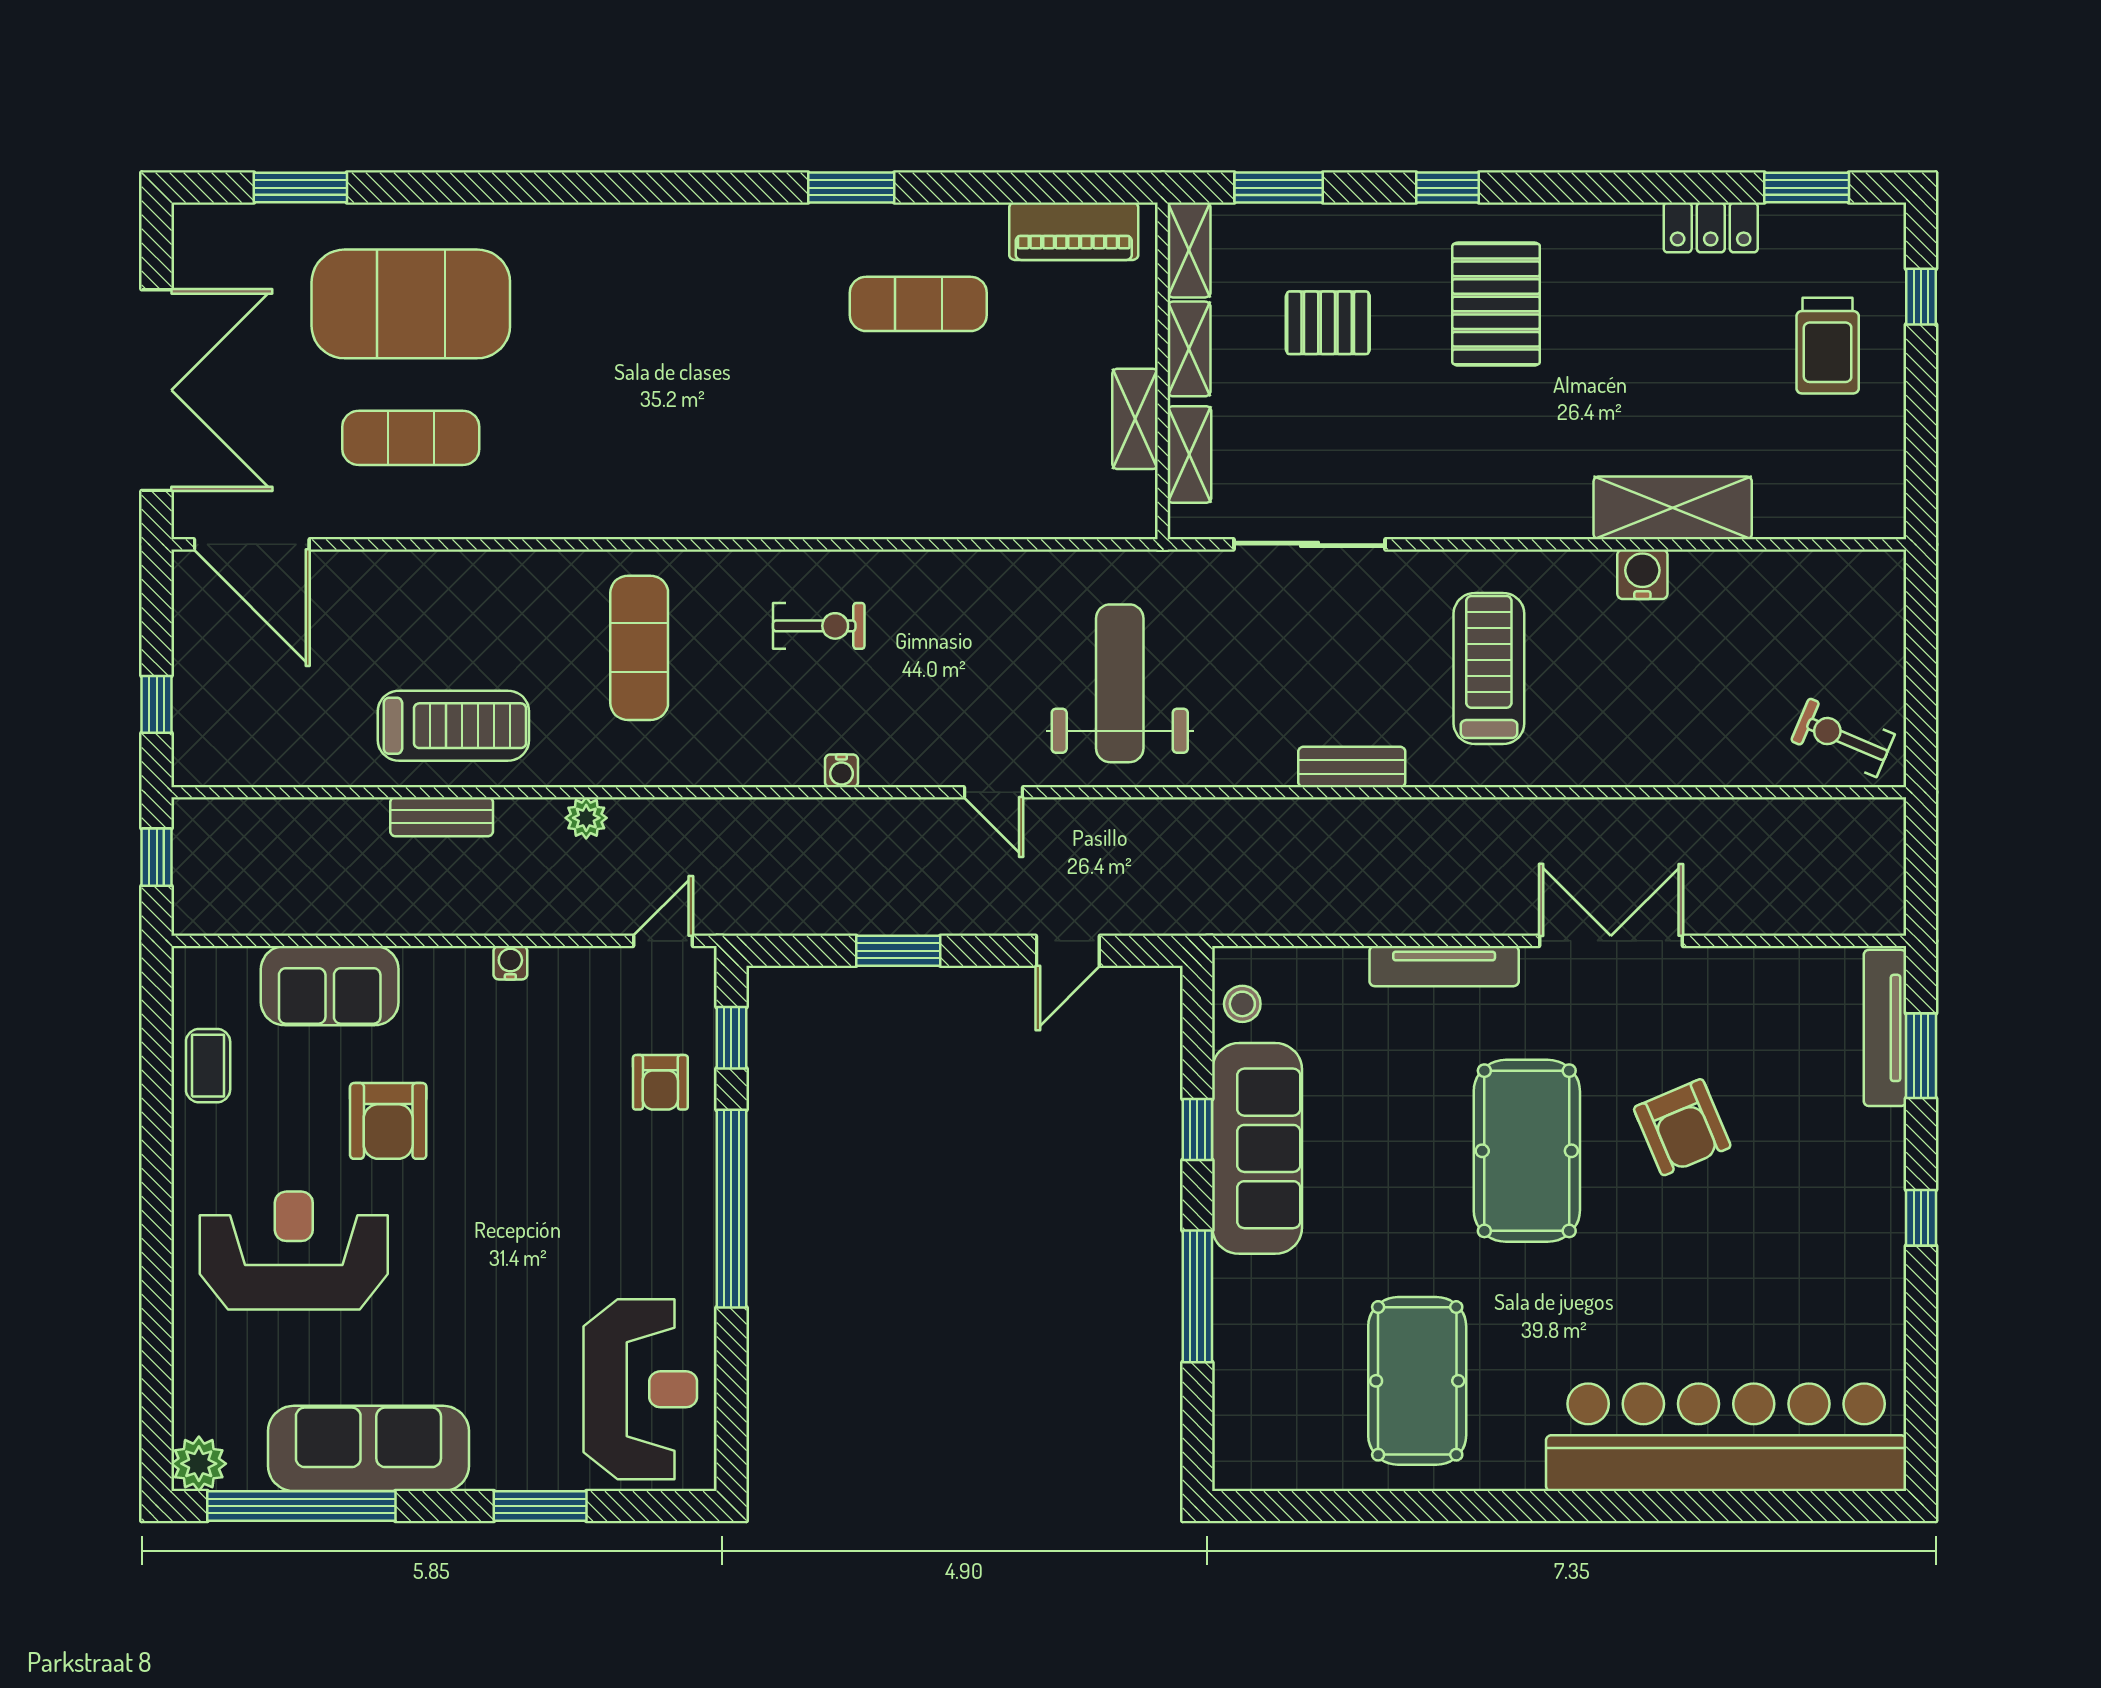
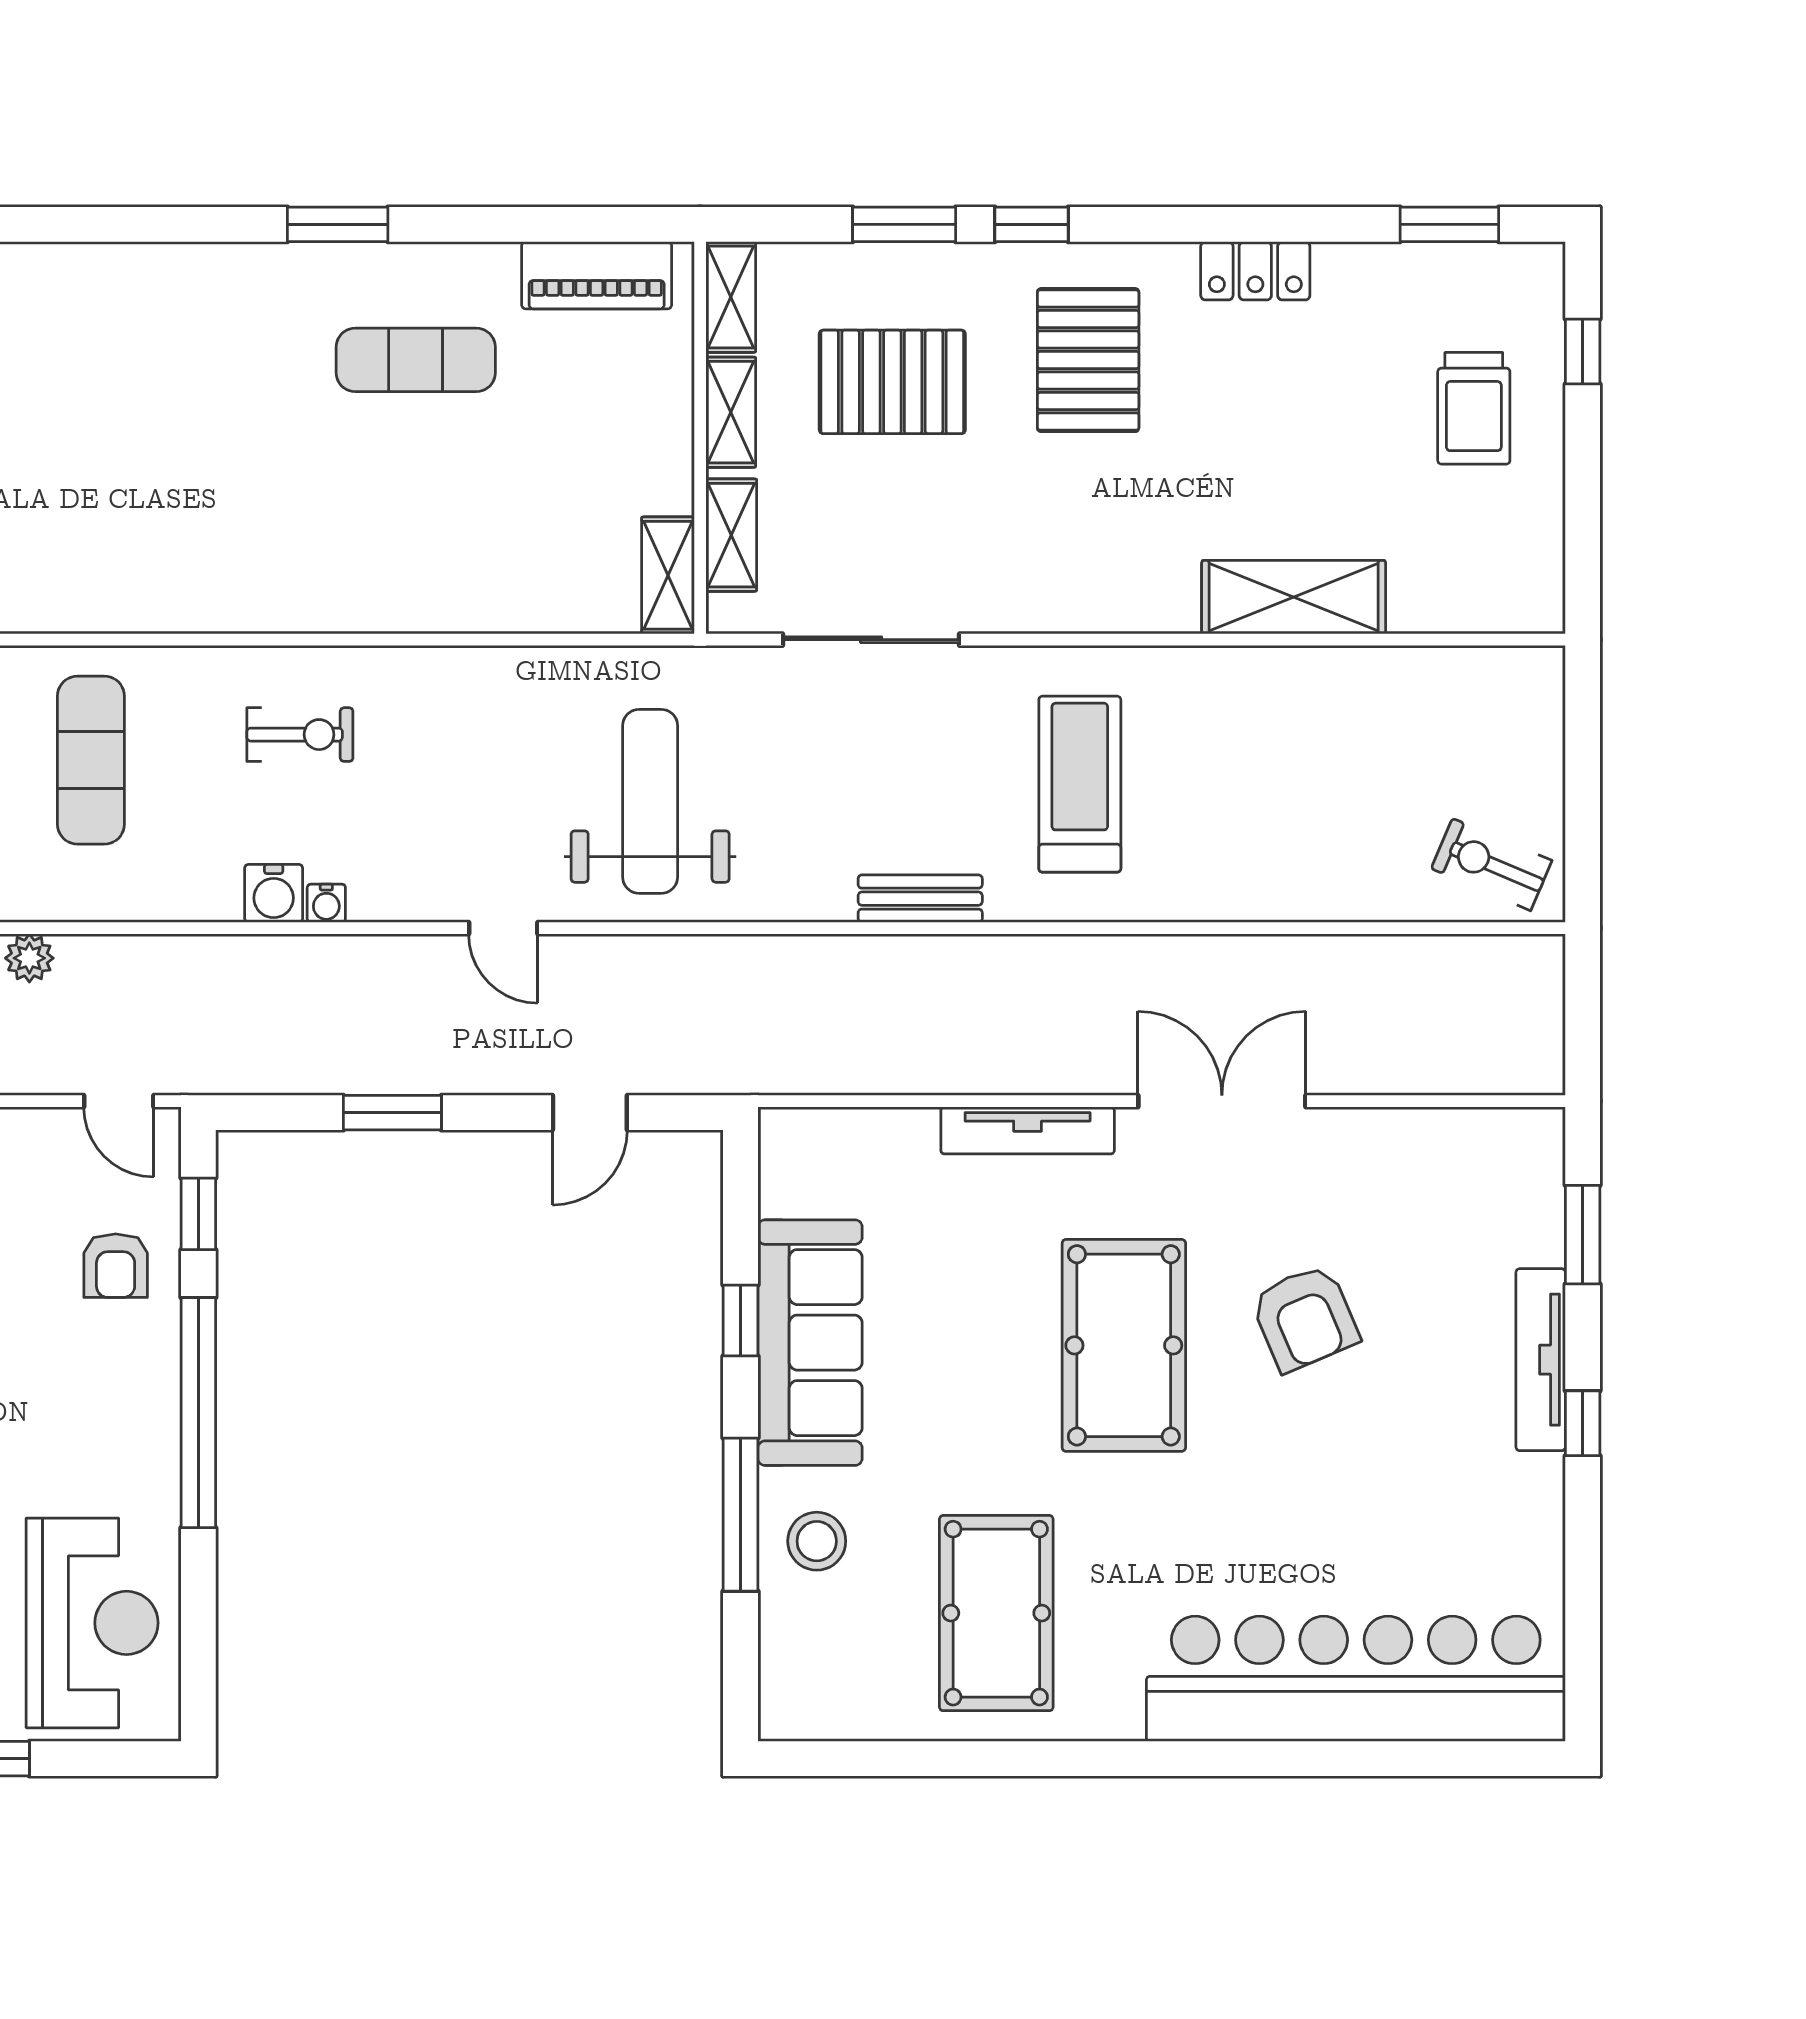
window: (1279, 188) -> (904, 224), moved
locker: (1711, 227) -> (1255, 271), moved
pallet: (1328, 323) -> (892, 382), width x1.50, depth x1.42
shelving: (1135, 419) -> (668, 575), moved
water cooler: (1642, 574) -> (274, 893), moved, turned 180
door: (663, 941) -> (119, 1101), swing flipped
stool: (1242, 1004) -> (817, 1541), moved, width x1.37, depth x1.37
tv unit: (1885, 1028) -> (1541, 1360), moved

